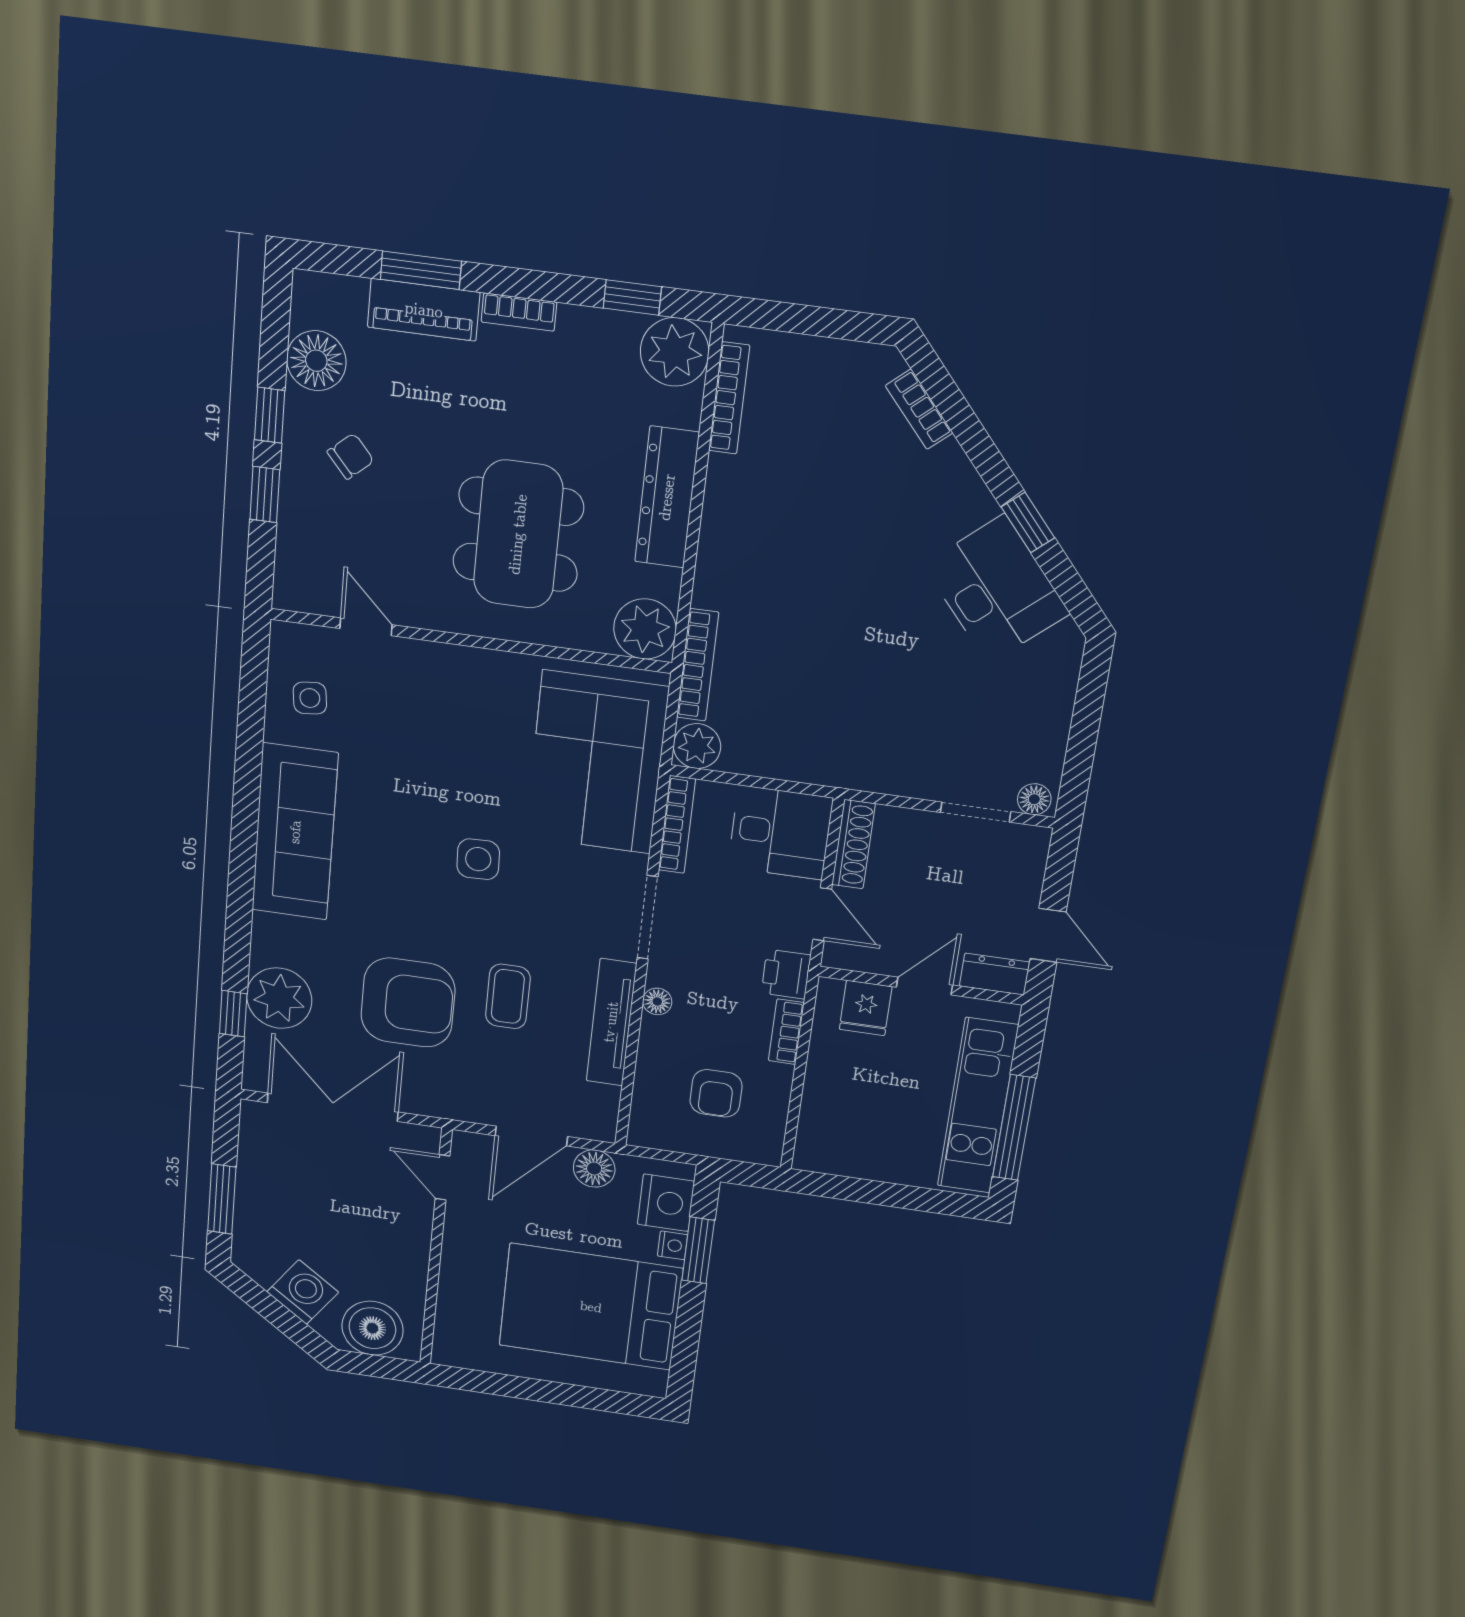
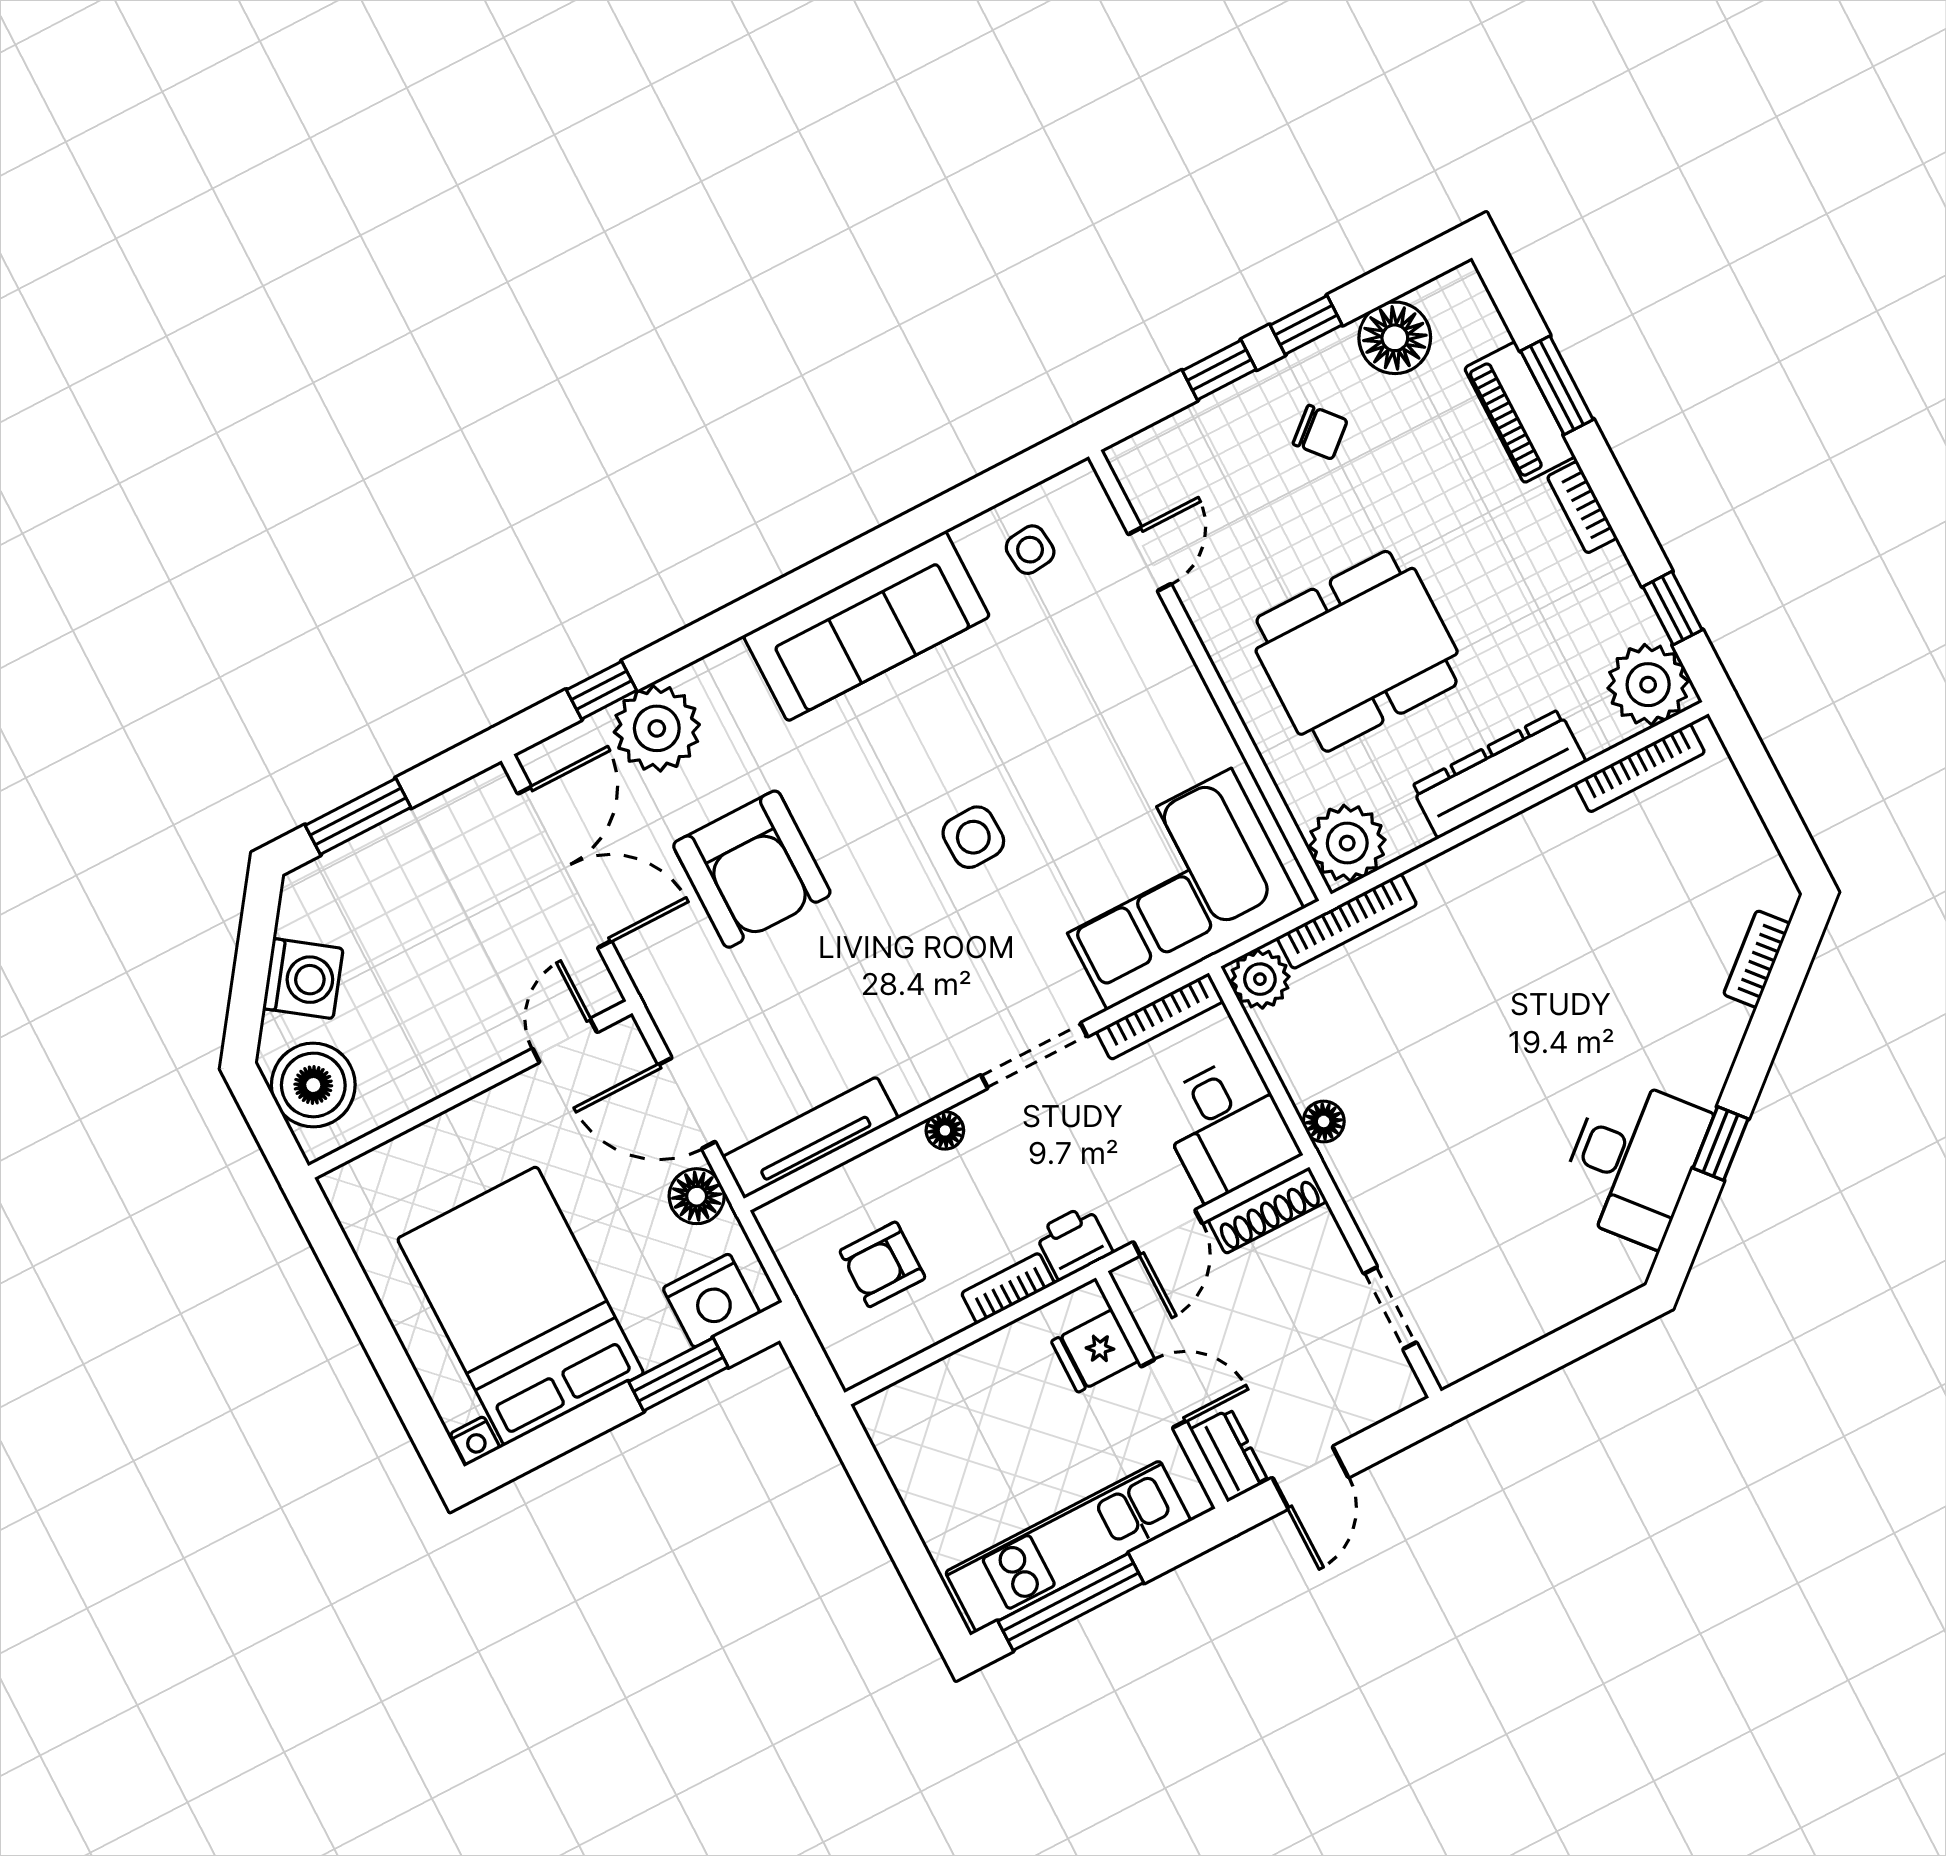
floor lamp: (1034, 799) -> (1324, 1121), moved
coffee table: (508, 996) -> (836, 970), removed
tv unit: (611, 1022) -> (810, 1138), moved
nightstand: (672, 1245) -> (475, 1441), moved

